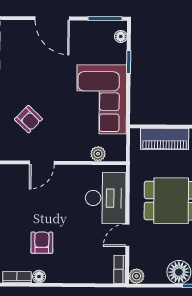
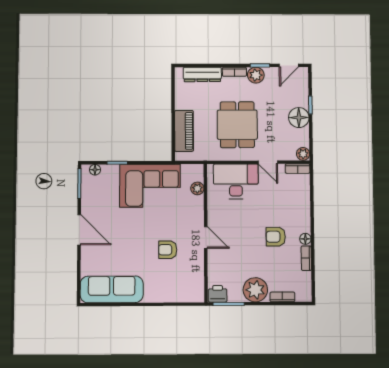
door: (52, 18) -> (79, 230), hinge flipped
armchair: (28, 119) -> (168, 250), turned -134

